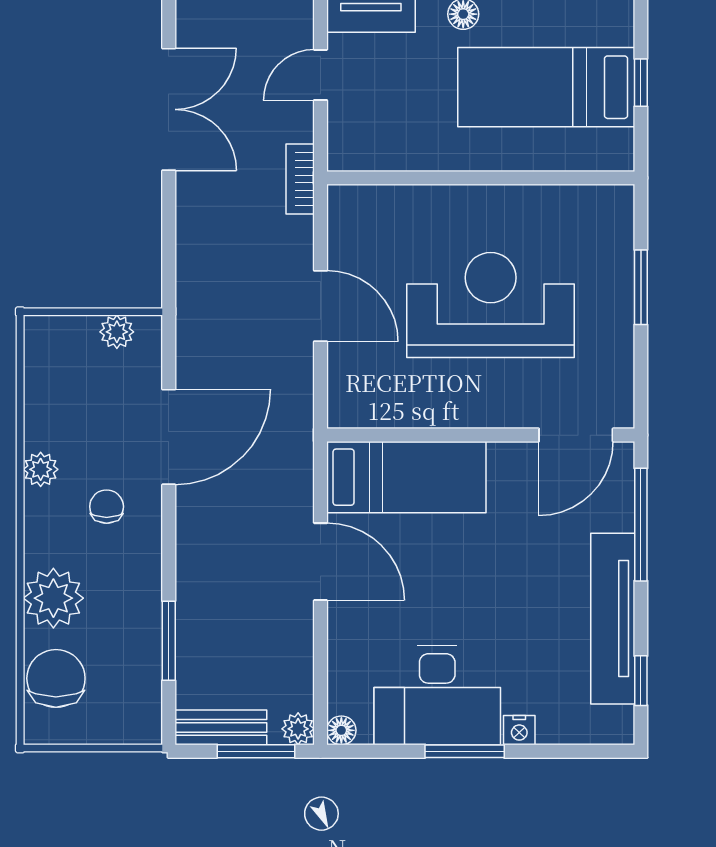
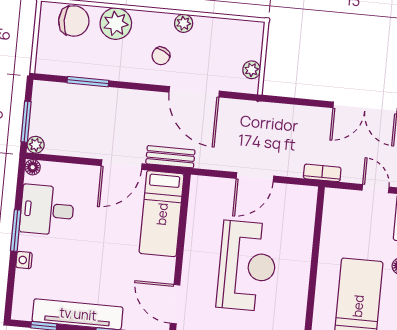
chair: (107, 507) -> (161, 56), turned 116
desk: (437, 695) -> (47, 210), width x0.73
bench: (221, 727) -> (170, 157), moved, turned 90

